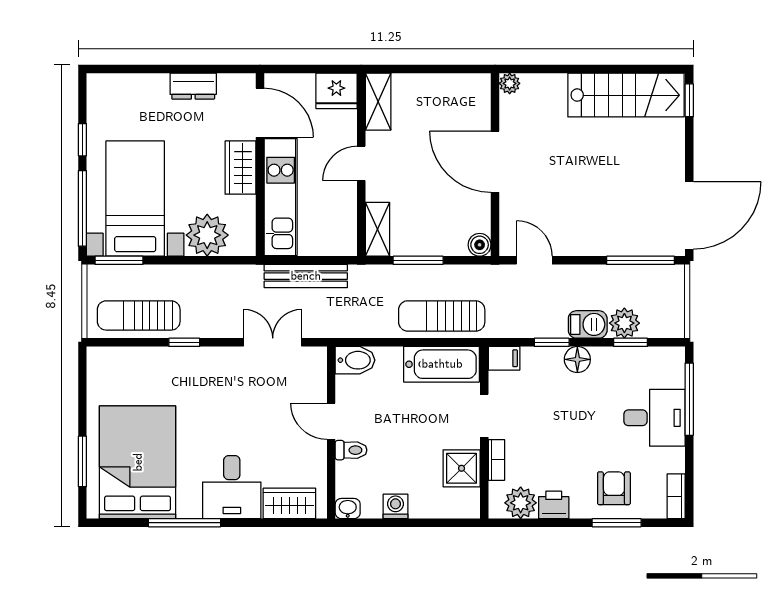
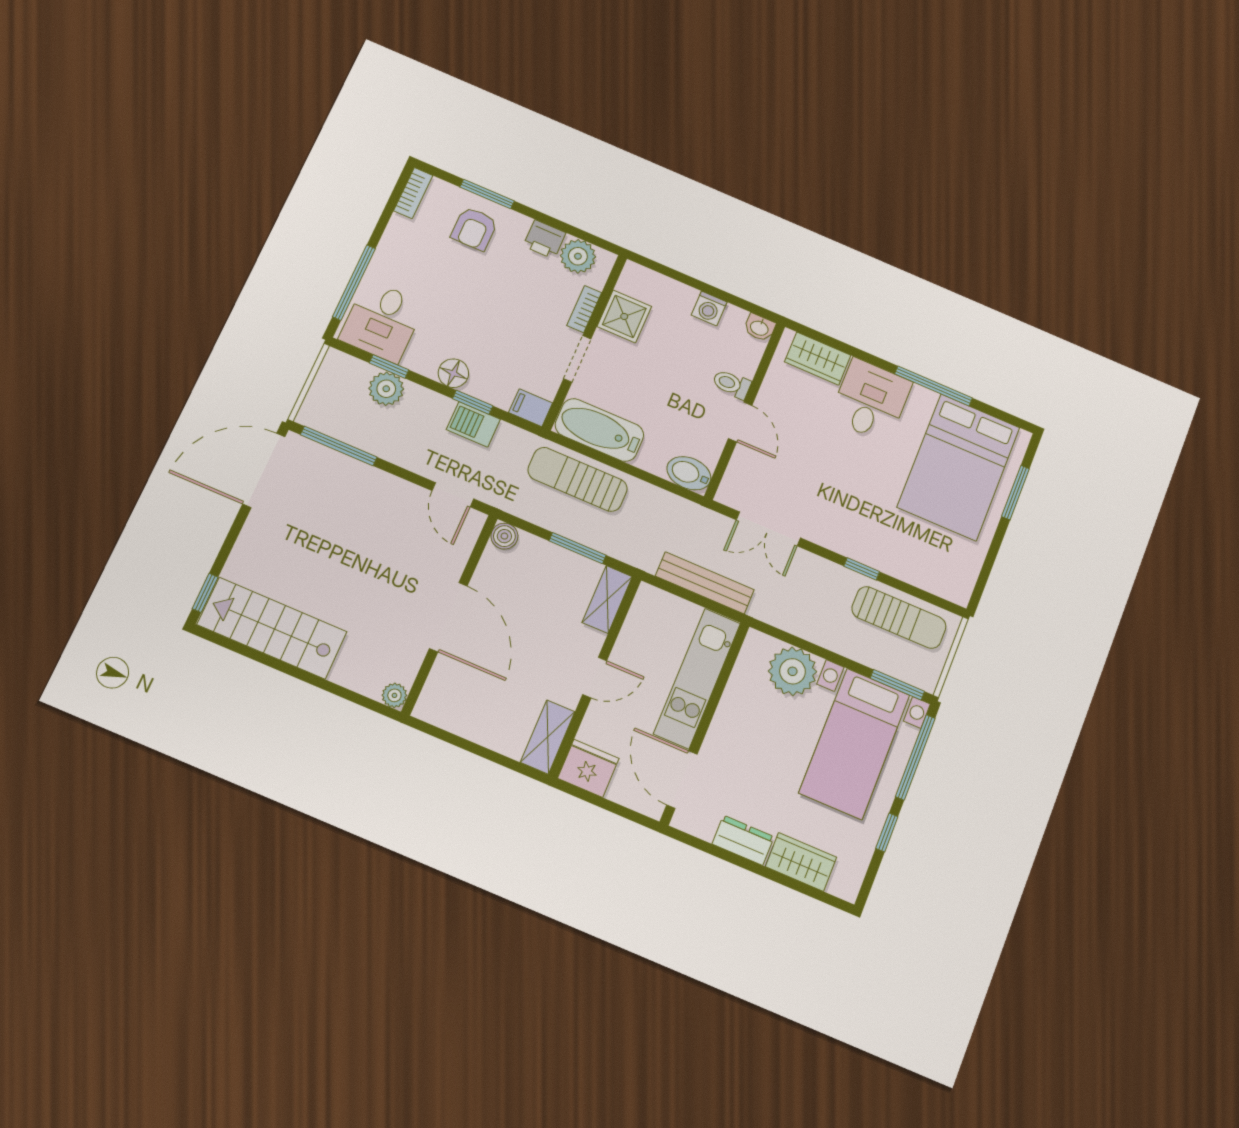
wardrobe: (241, 168) -> (801, 862), moved, turned -90
sun lounger: (442, 316) -> (578, 479), turned 180
barbecue: (588, 324) -> (473, 424), moved
desk: (654, 418) -> (382, 321), moved, turned -90

